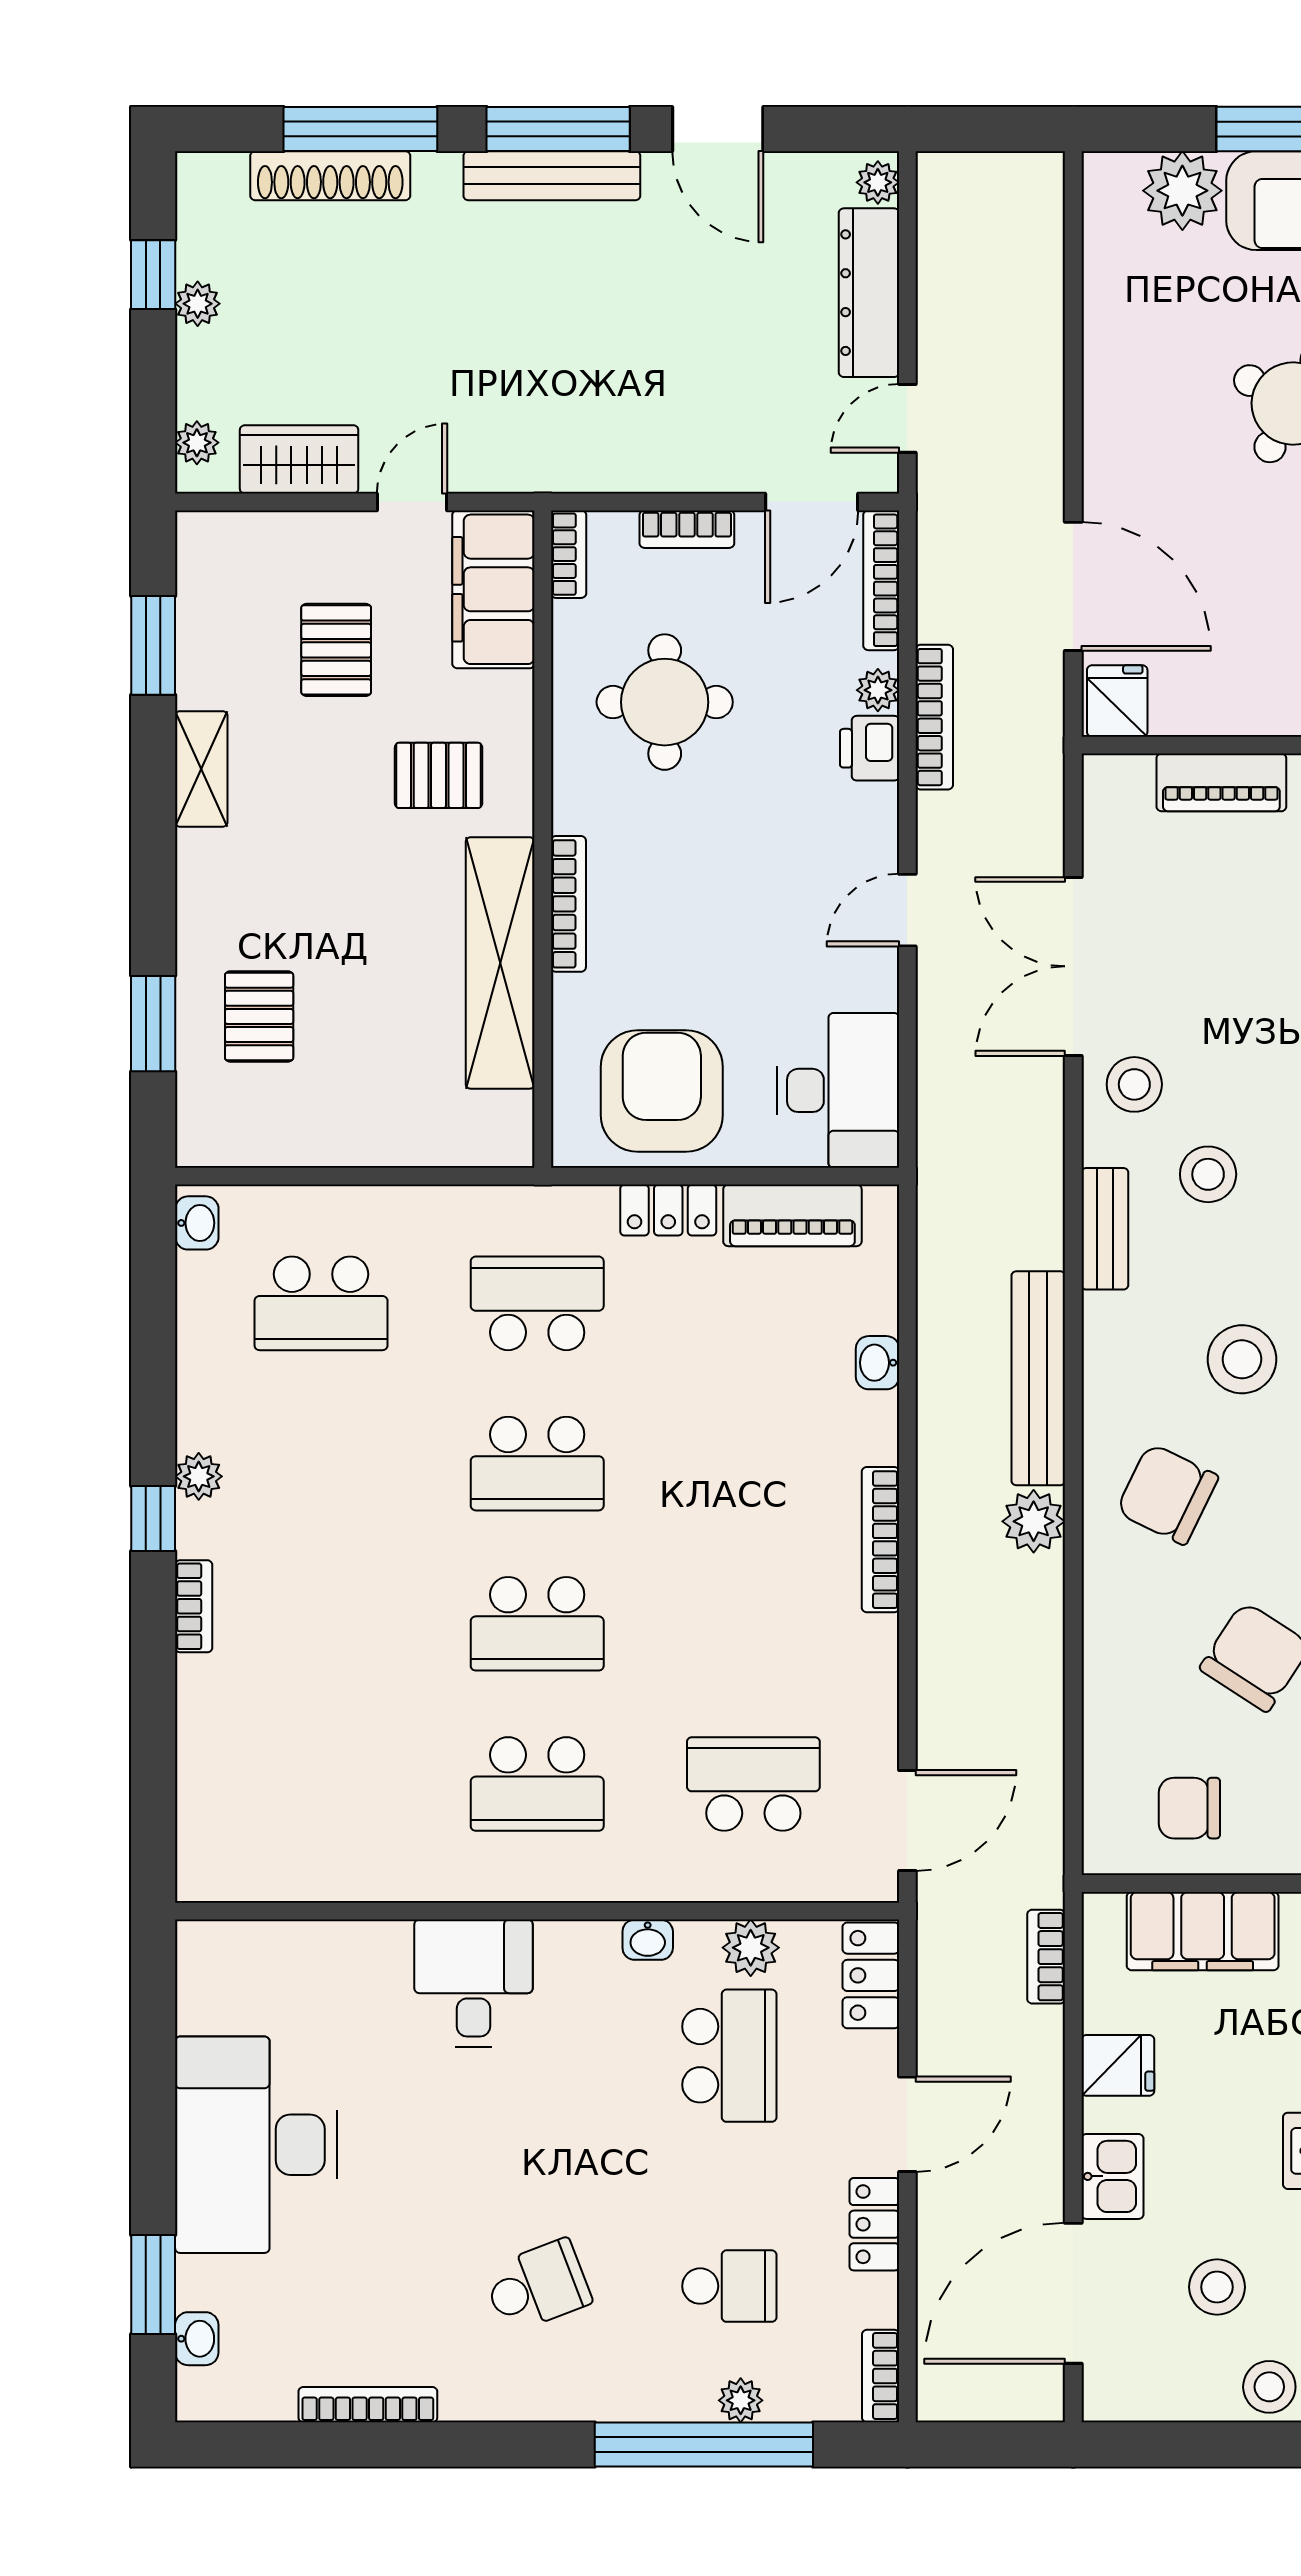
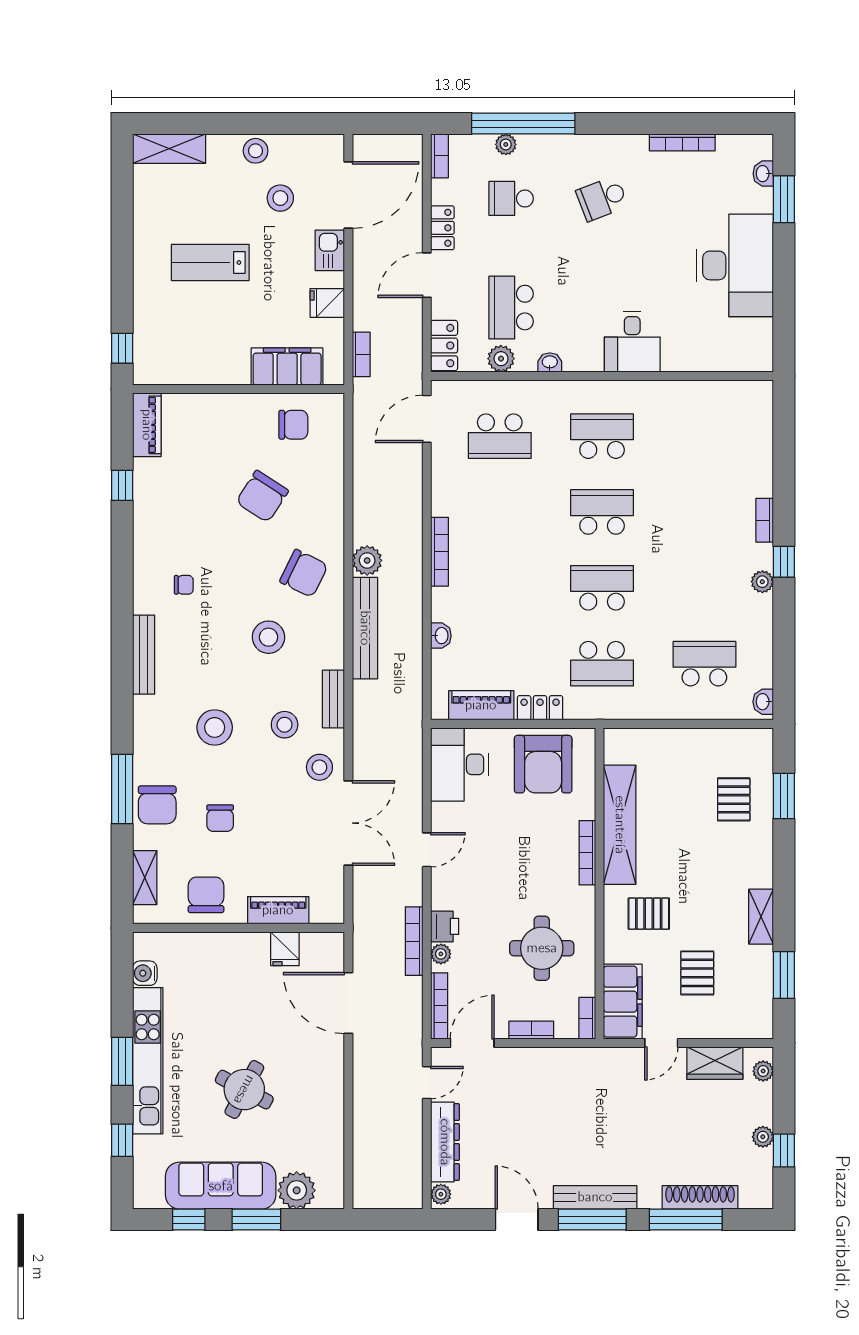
fridge: (1117, 701) -> (285, 949), moved

